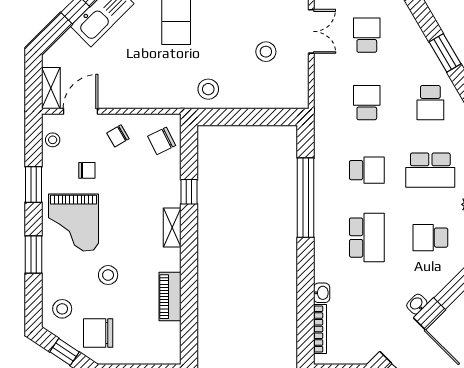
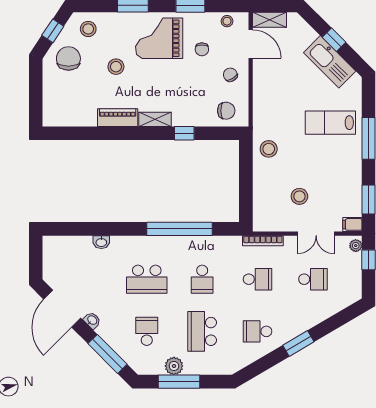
chair: (162, 141) -> (226, 111), turned 116
piano: (170, 297) -> (118, 118), moved
bookcase: (320, 329) -> (263, 241), moved

